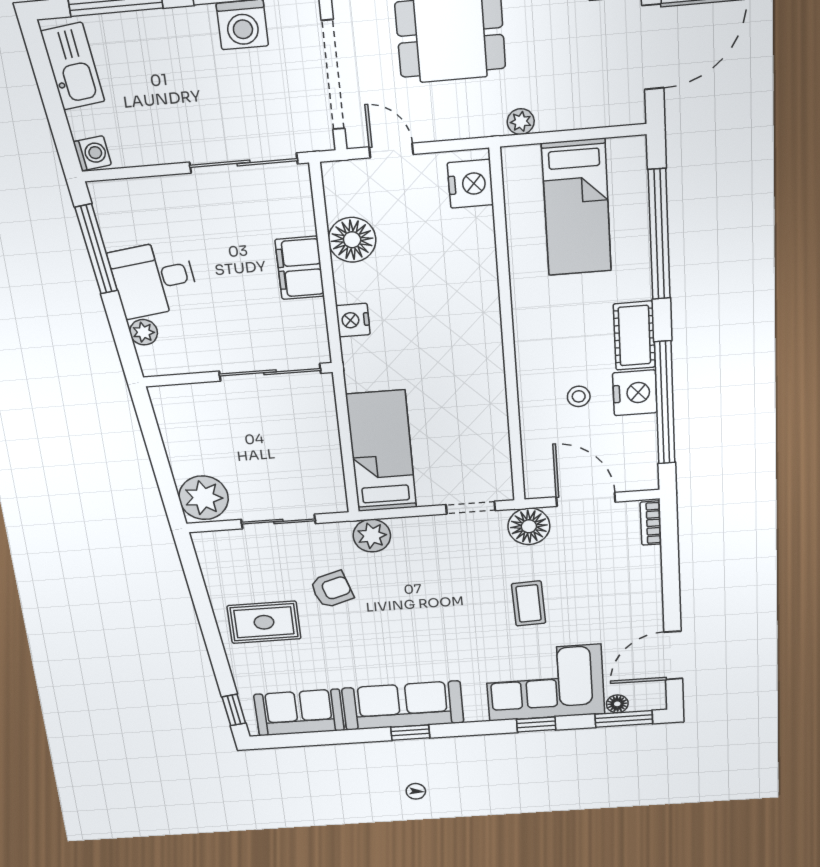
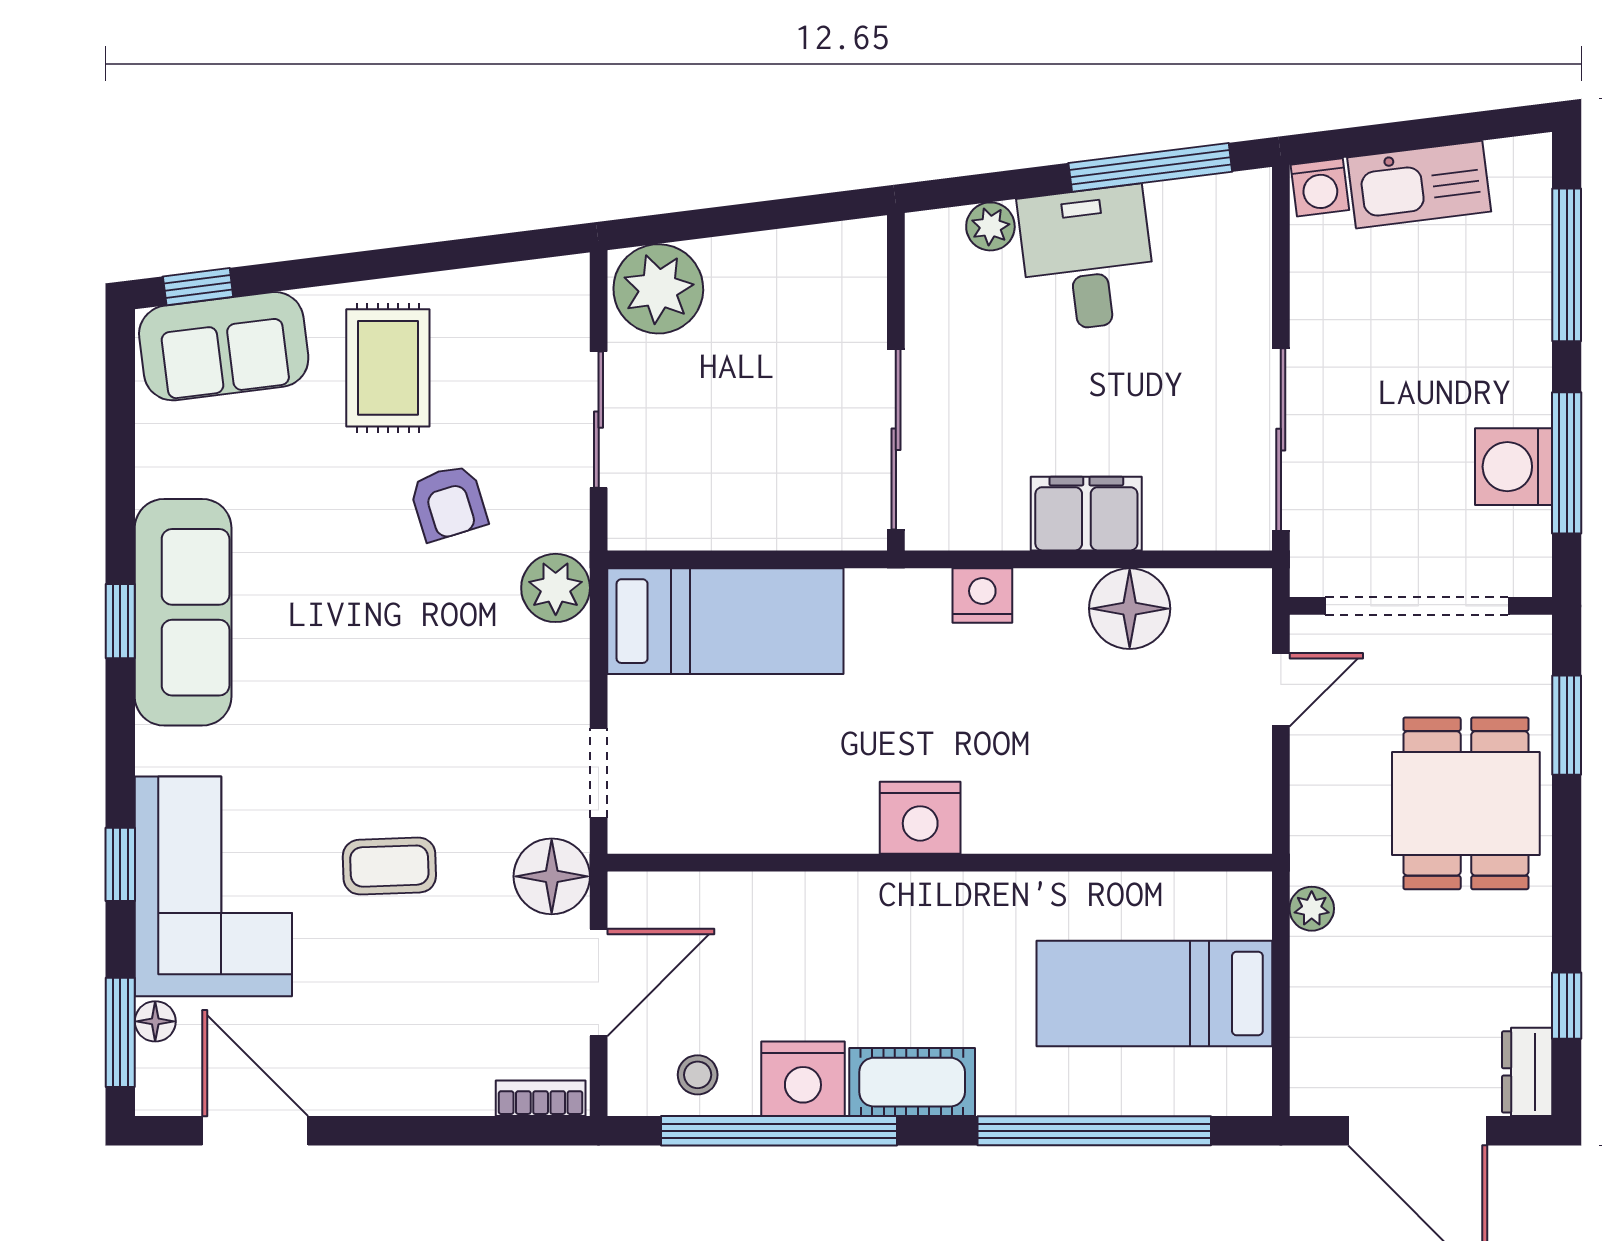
kitchen sink: (73, 66) -> (1419, 185), moved
nightstand: (470, 184) -> (920, 818), moved
stool: (579, 396) -> (698, 1075), moved
sofa: (299, 712) -> (224, 346), moved, turned 83

